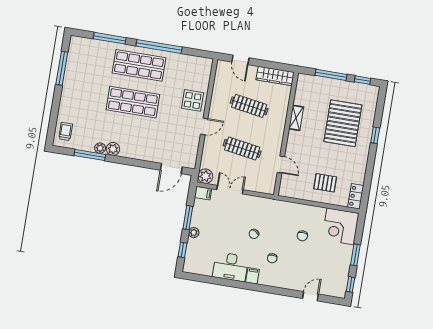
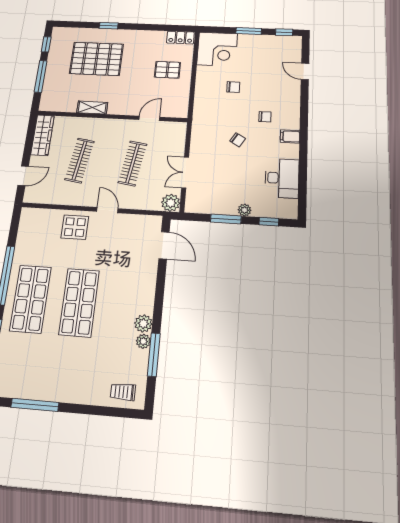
pallet: (325, 183) -> (167, 70), turned 90
filing cabinet: (203, 193) -> (192, 204), removed
desk: (231, 267) -> (282, 178), moved

